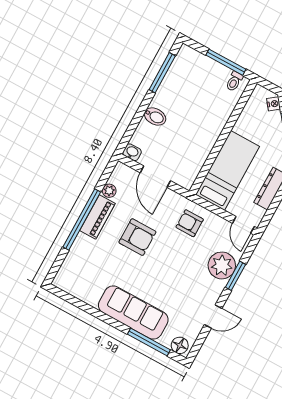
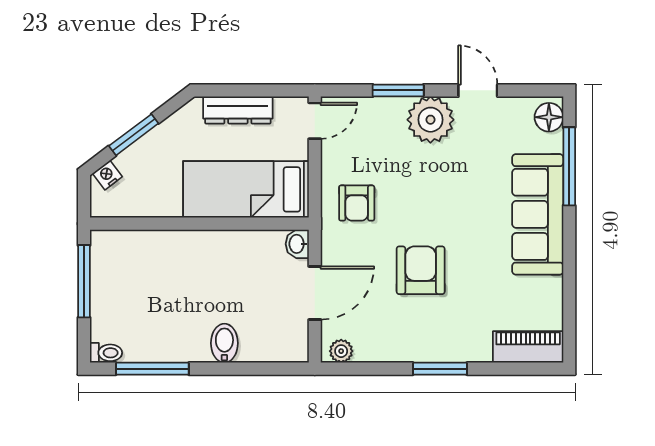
toilet: (234, 81) -> (106, 353), moved
washbasin: (132, 152) -> (297, 244), moved
plant: (109, 191) -> (341, 351), moved
piano: (98, 217) -> (528, 347), moved
window: (82, 219) -> (440, 369), width x0.47
plant: (222, 265) -> (430, 120), moved

